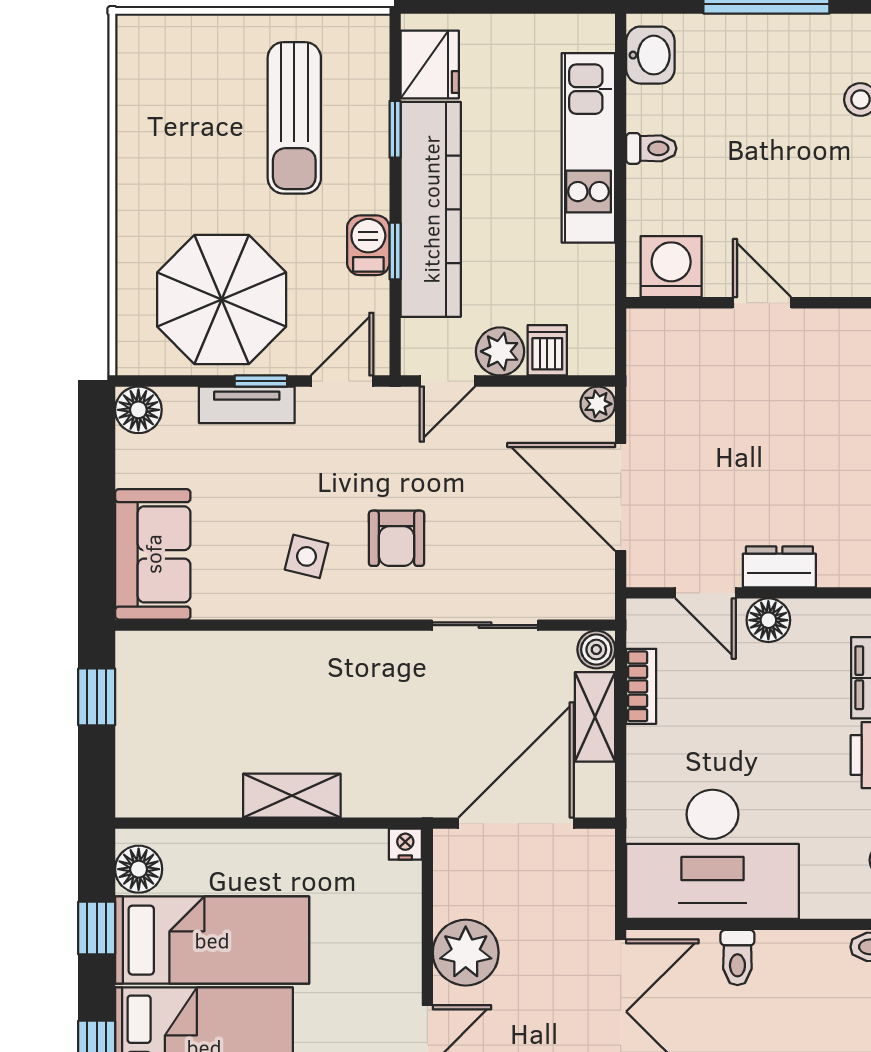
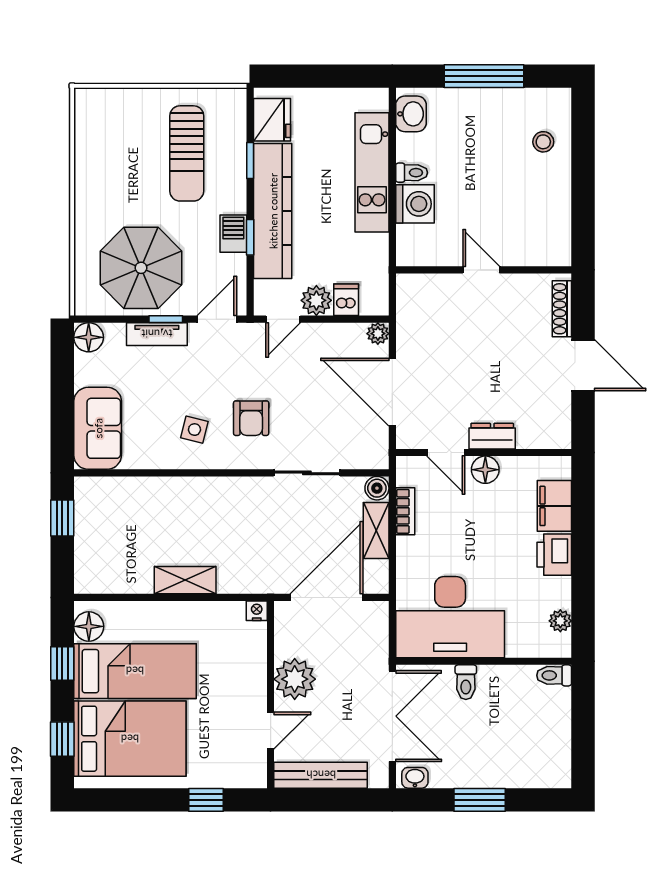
washing machine: (671, 267) -> (415, 204), moved, turned 90

